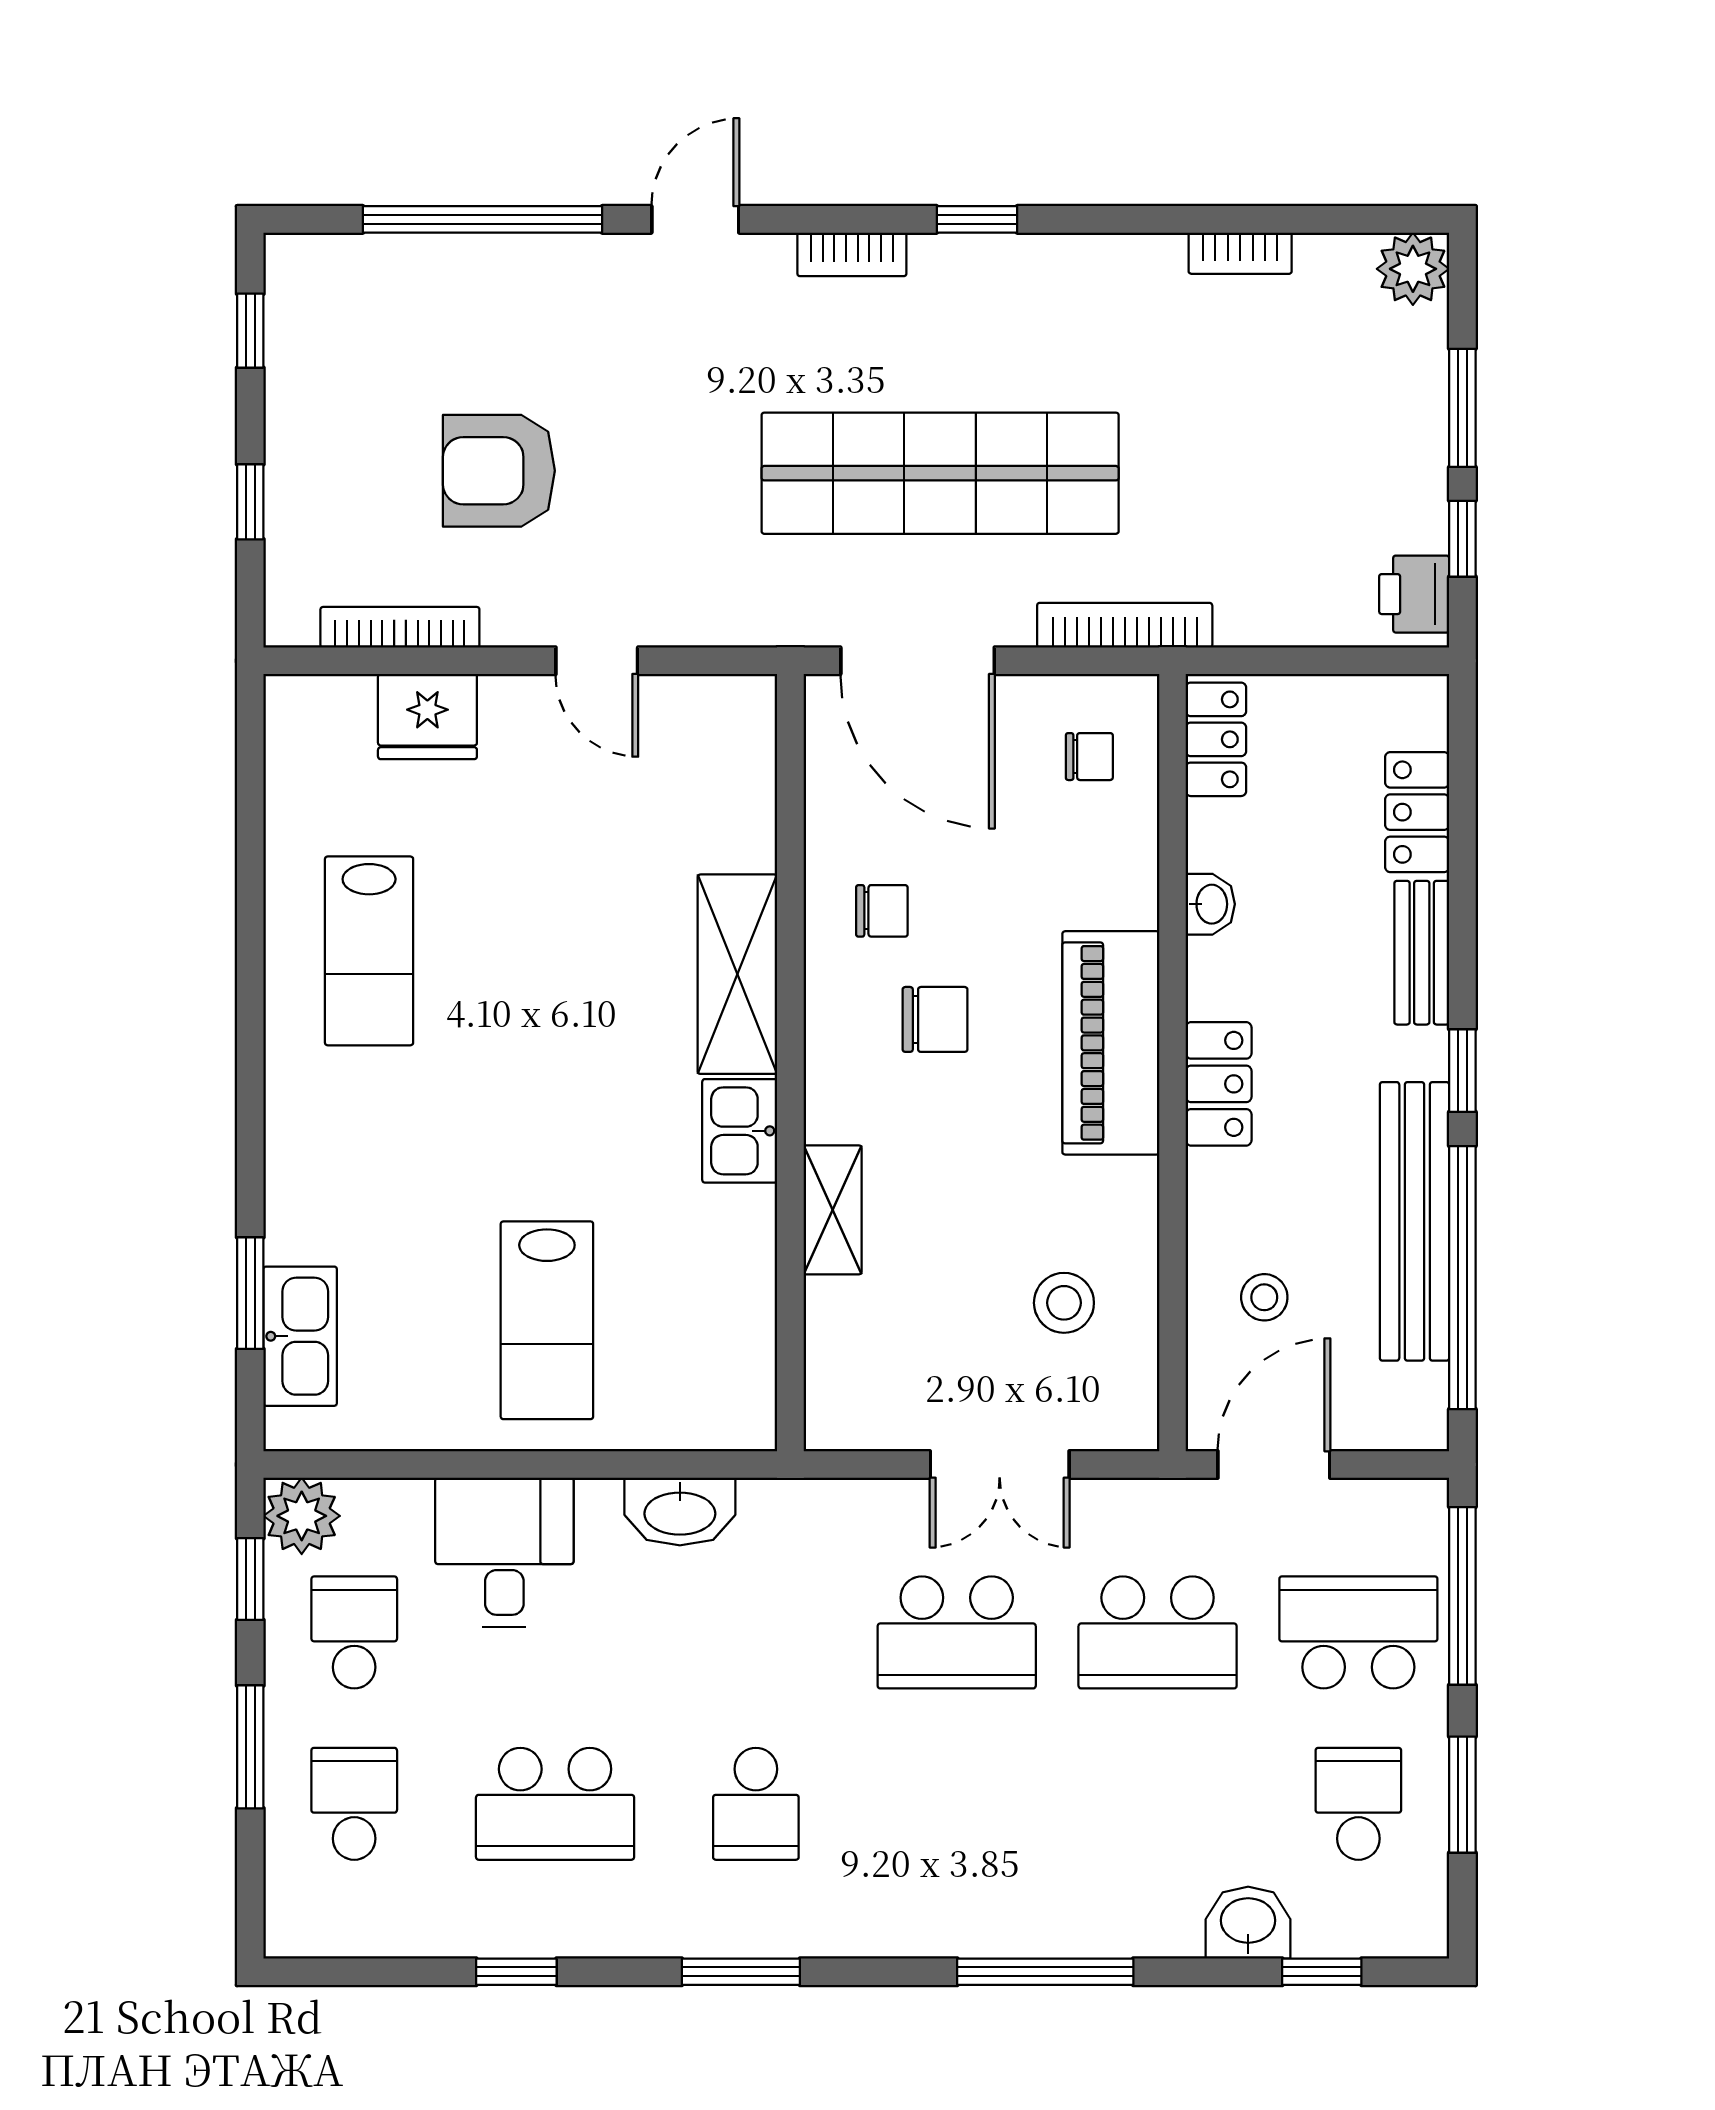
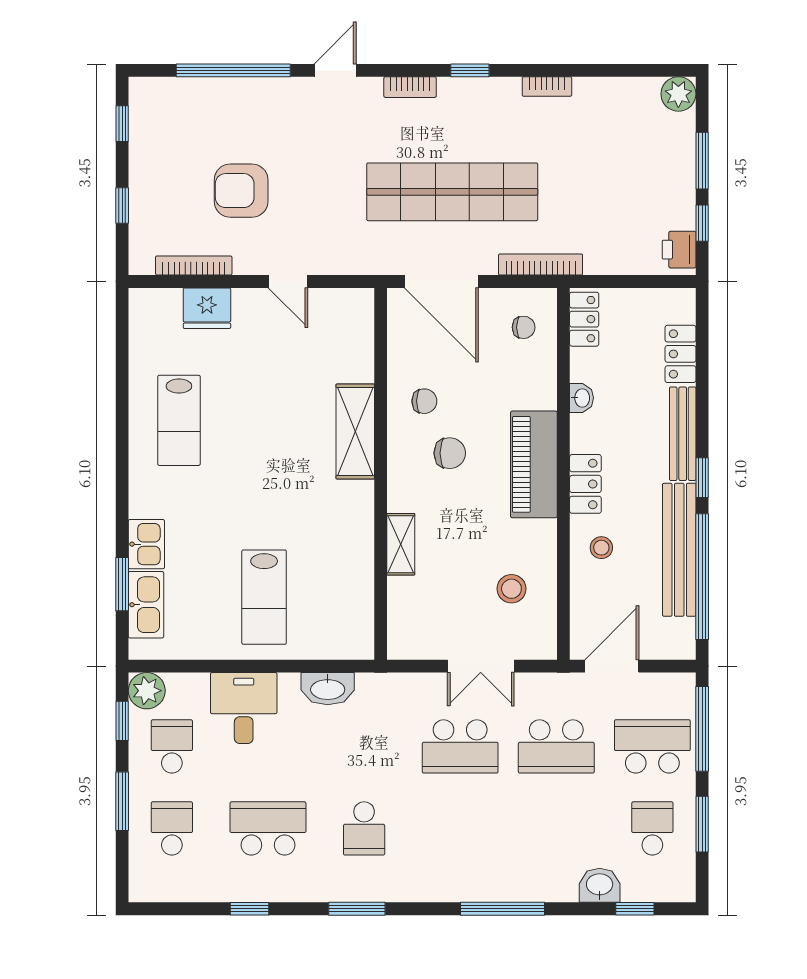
bookcase: (1240, 253) -> (547, 87), moved
bench: (1422, 953) -> (683, 434), width x1.36
kitchen sink: (740, 1131) -> (146, 544), moved, turned 180
stool: (1264, 1297) -> (601, 548), moved
school desk: (555, 1804) -> (268, 828), turned 180

